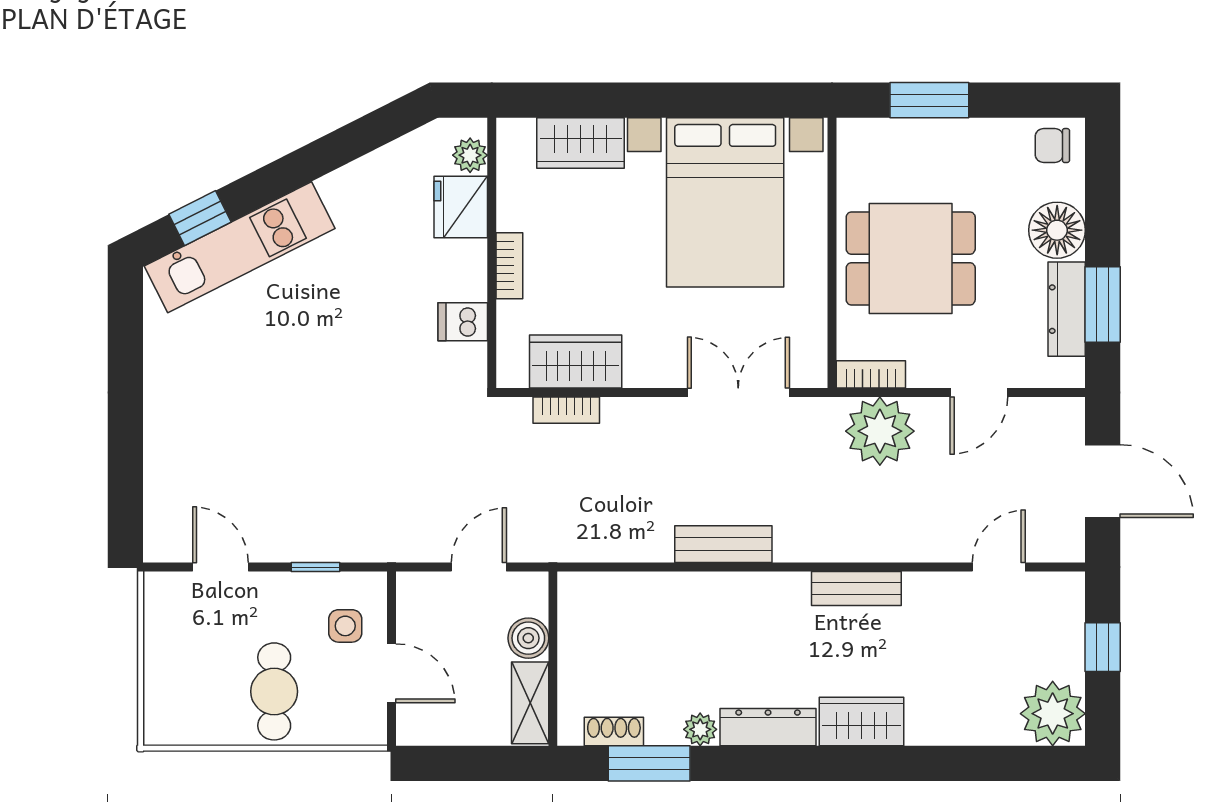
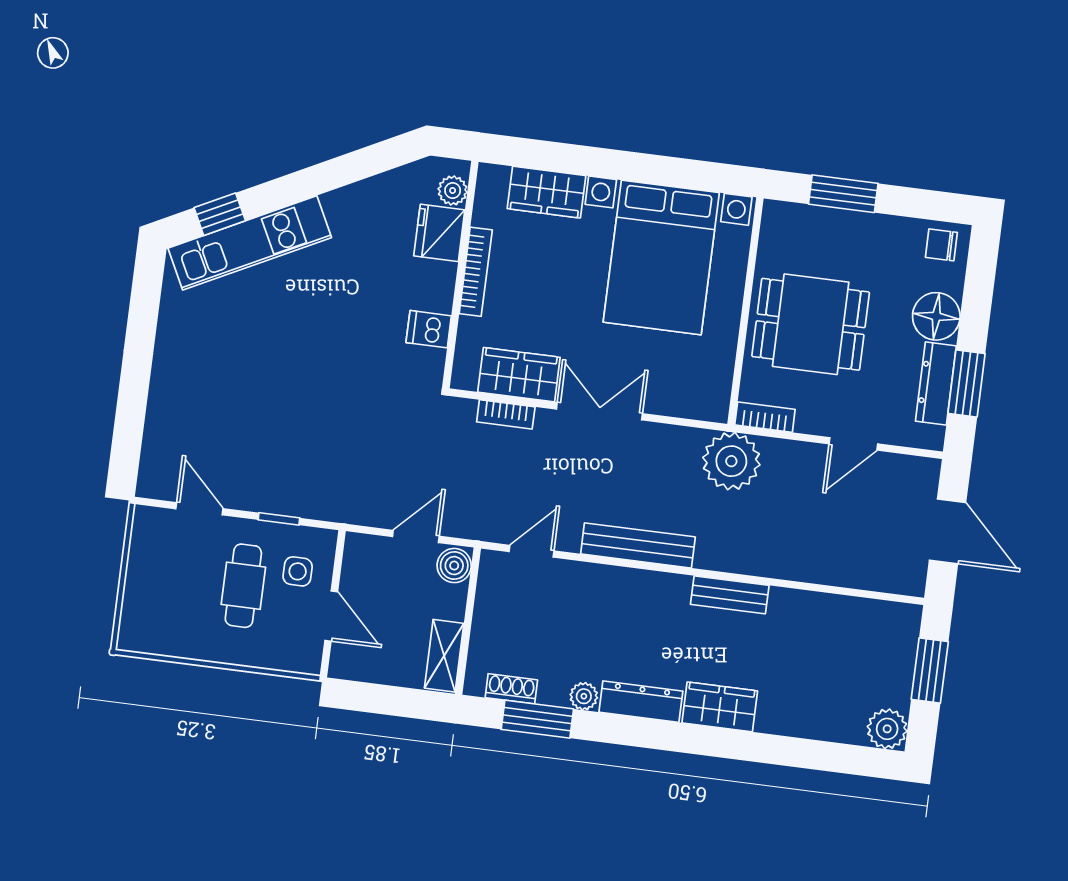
bookcase: (509, 266) -> (476, 272), width x1.56
double door: (738, 393) -> (599, 411), moved
plant: (880, 431) -> (731, 461), moved
bench: (723, 544) -> (638, 545), width x1.36
door: (999, 567) -> (532, 551), moved
boiler: (528, 638) -> (454, 566), moved
window: (1103, 647) -> (930, 670), width x1.50
cafe table: (274, 691) -> (243, 586), moved
plant: (1053, 714) -> (887, 729), width x0.73, depth x0.73

